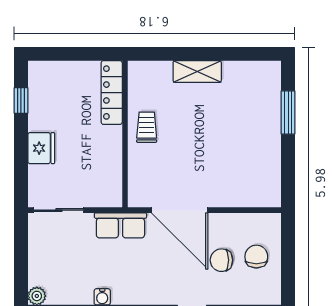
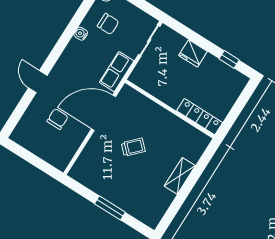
window: (288, 112) -> (110, 208), moved
trolley: (147, 127) -> (133, 147), moved, turned -46
chair: (256, 257) -> (108, 24), moved

